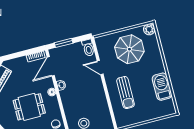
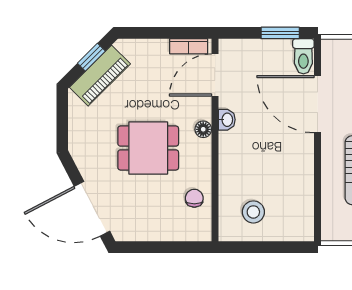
window: (64, 43) -> (280, 33), moved
door: (100, 68) -> (318, 104), width x1.88

